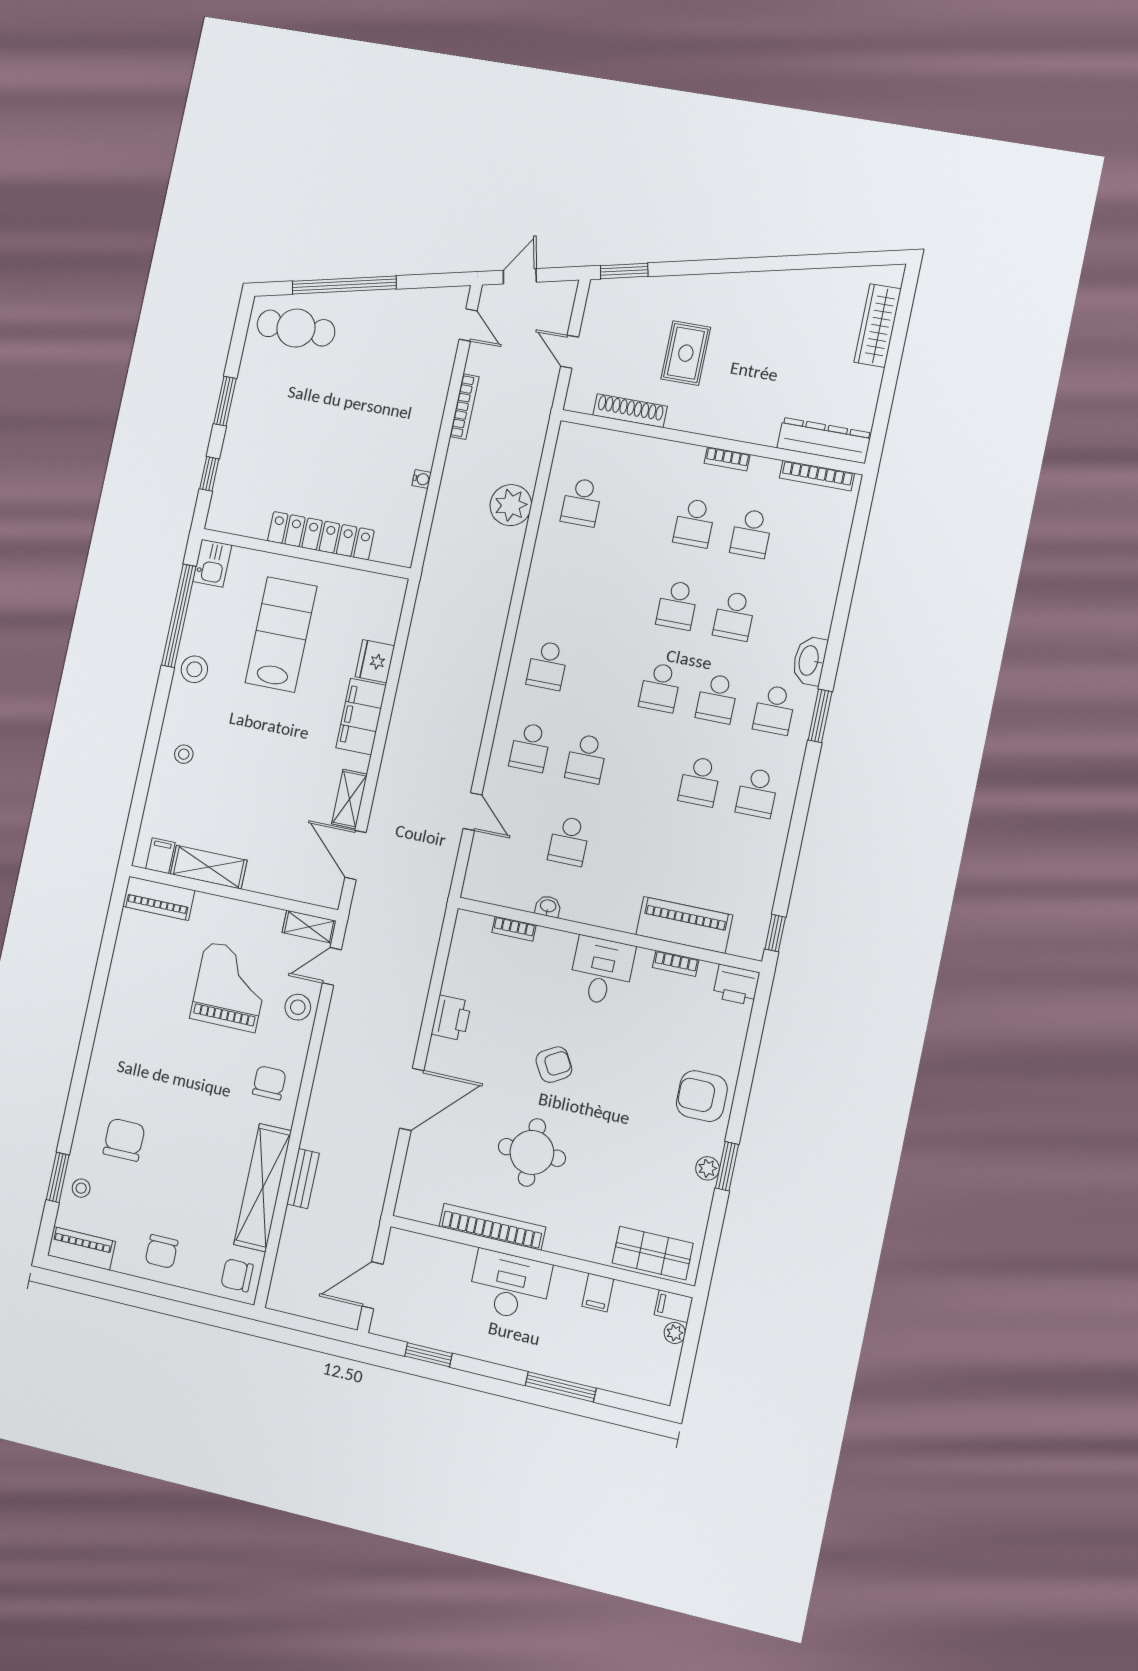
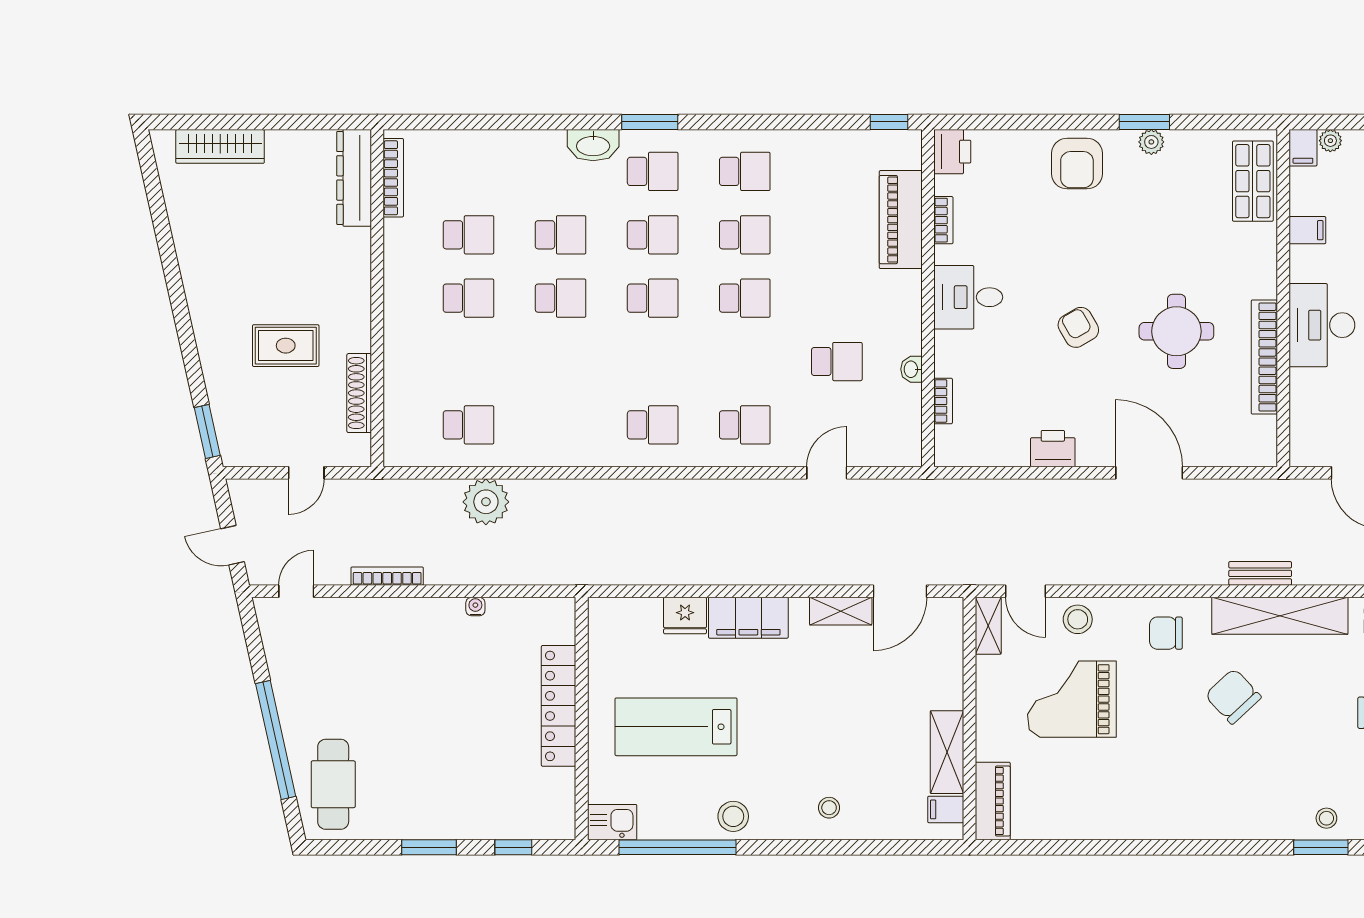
bookcase: (727, 459) -> (393, 277), removed
school desk: (586, 759) -> (745, 298), moved
chair: (124, 1140) -> (1233, 696), moved, turned 47

